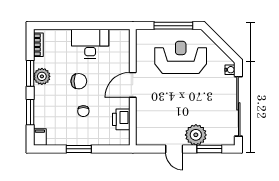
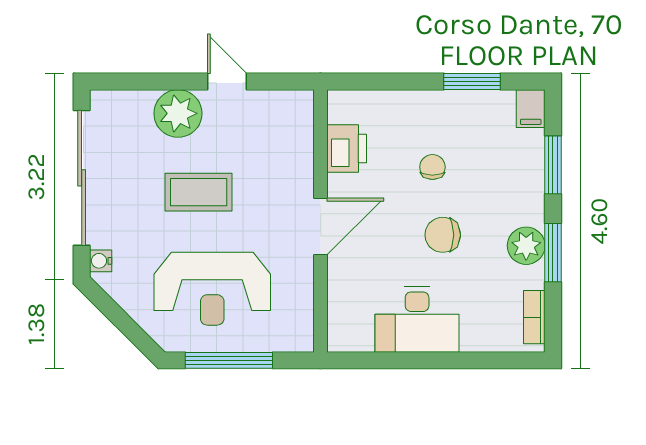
coffee table: (187, 100) -> (199, 192), added
window: (79, 149) -> (472, 82), moved
window: (209, 149) -> (147, 82), removed

